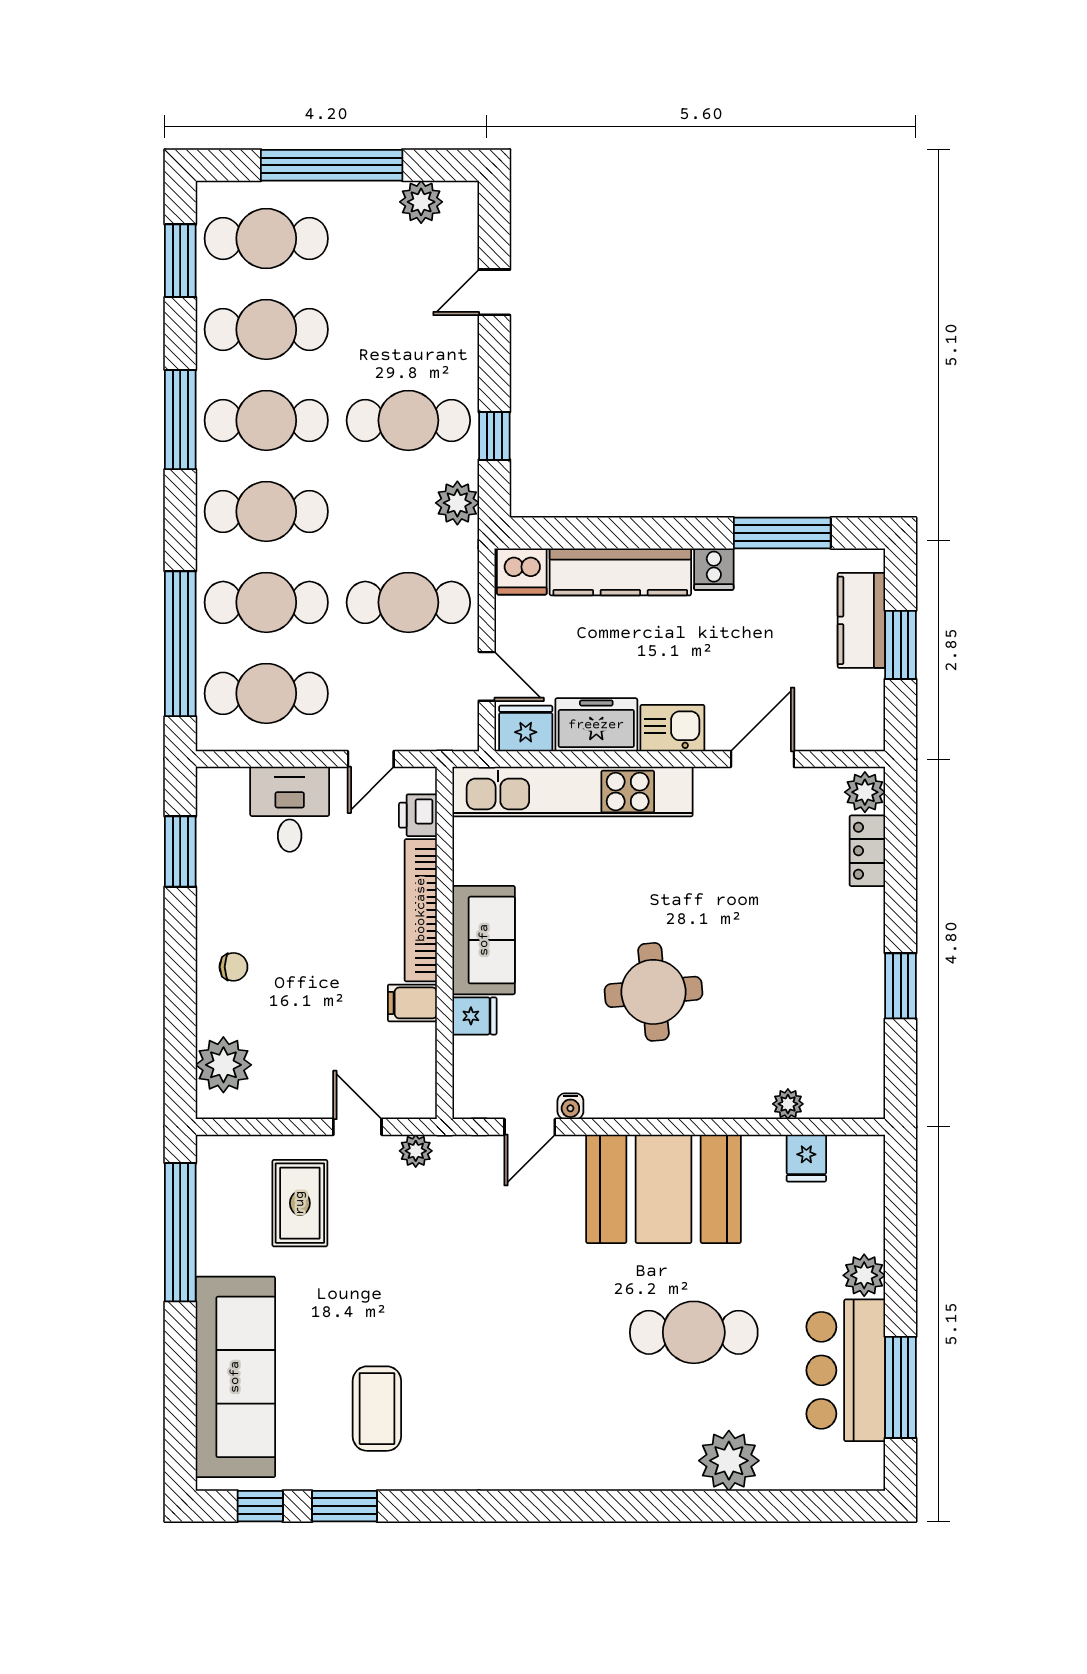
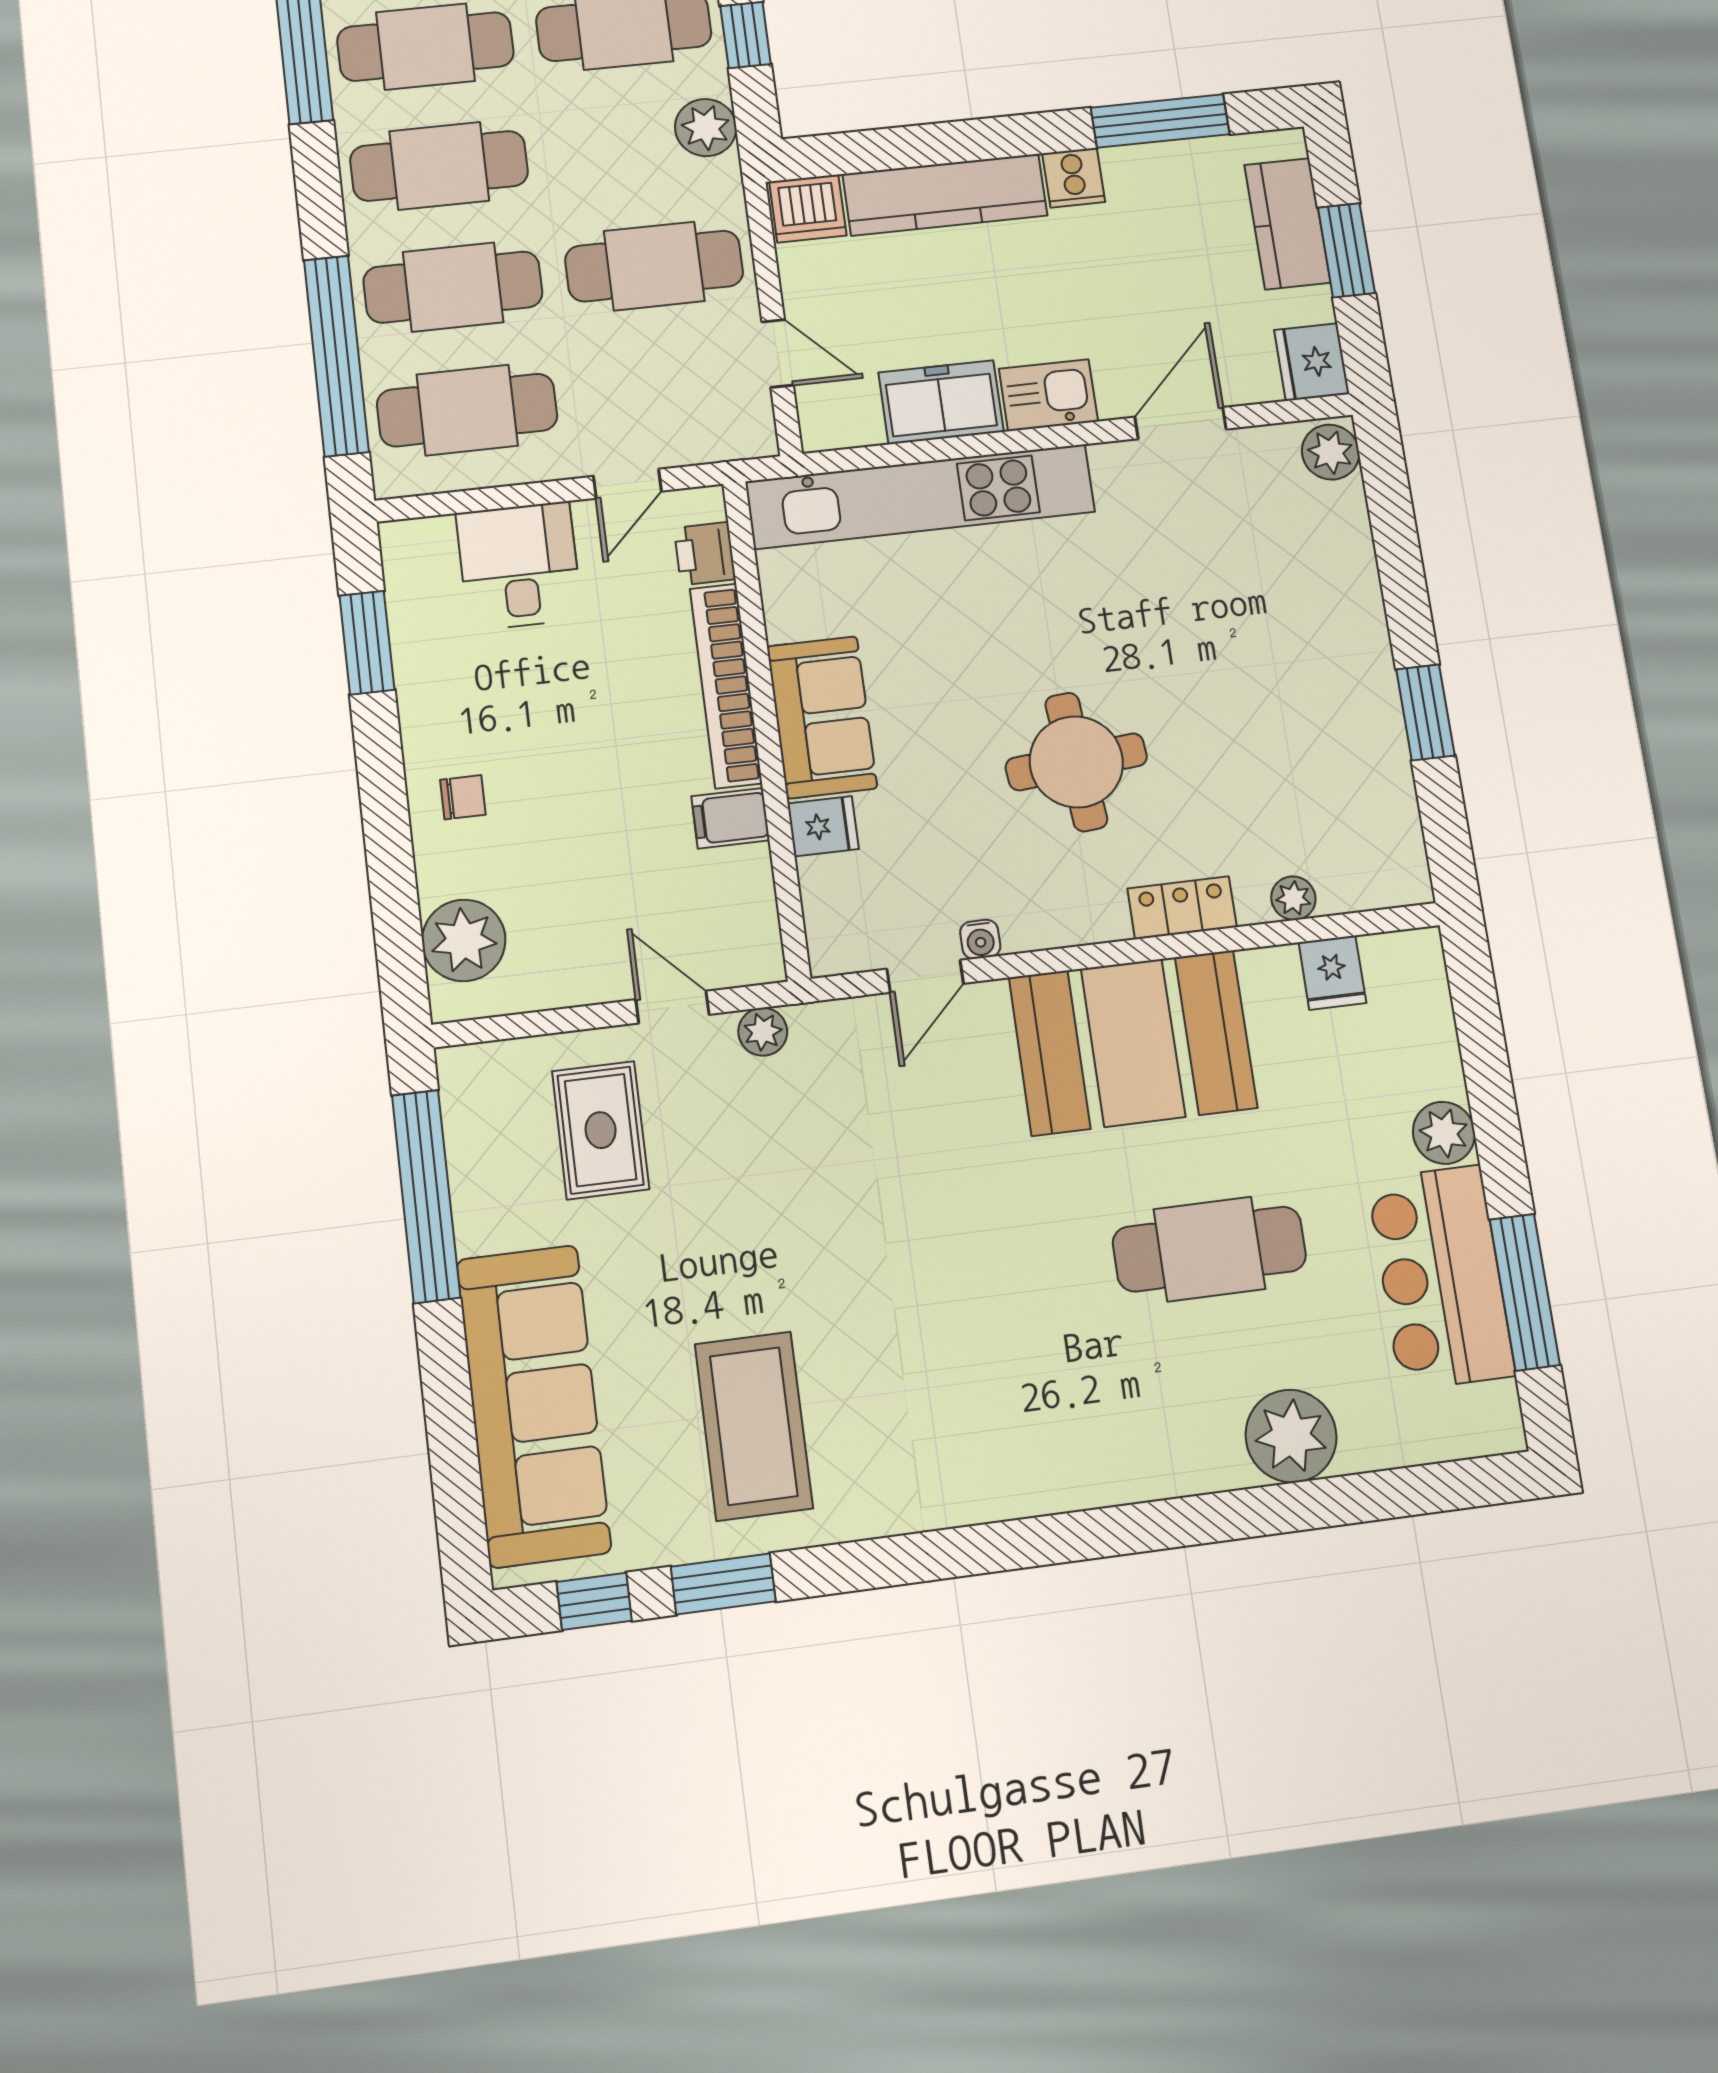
fridge: (526, 728) -> (1312, 362), moved, turned -90
locker: (867, 851) -> (1182, 908), moved, turned 90
coffee table: (377, 1409) -> (754, 1426), width x1.36, depth x1.32

